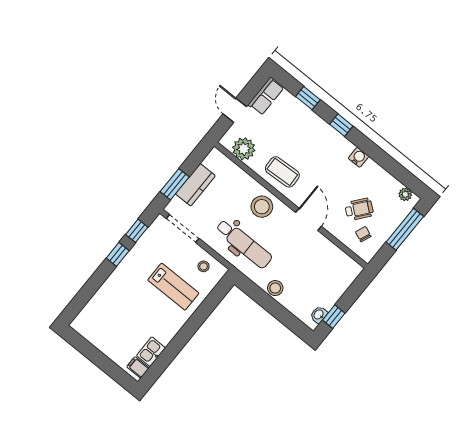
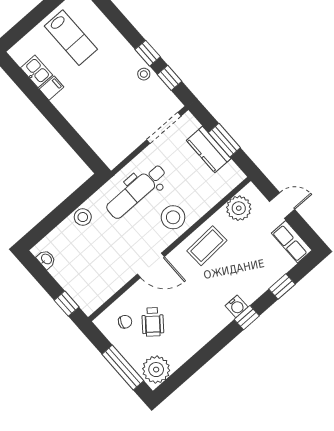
water cooler: (359, 157) -> (237, 306), moved
window: (175, 184) -> (224, 140), moved
plant: (405, 194) -> (156, 370), width x1.88, depth x1.88
stool: (204, 266) -> (144, 74), moved
lab bench: (173, 287) -> (71, 38), moved, turned -90
window: (334, 317) -> (67, 304), moved
filing cabinet: (138, 367) -> (52, 88), moved

